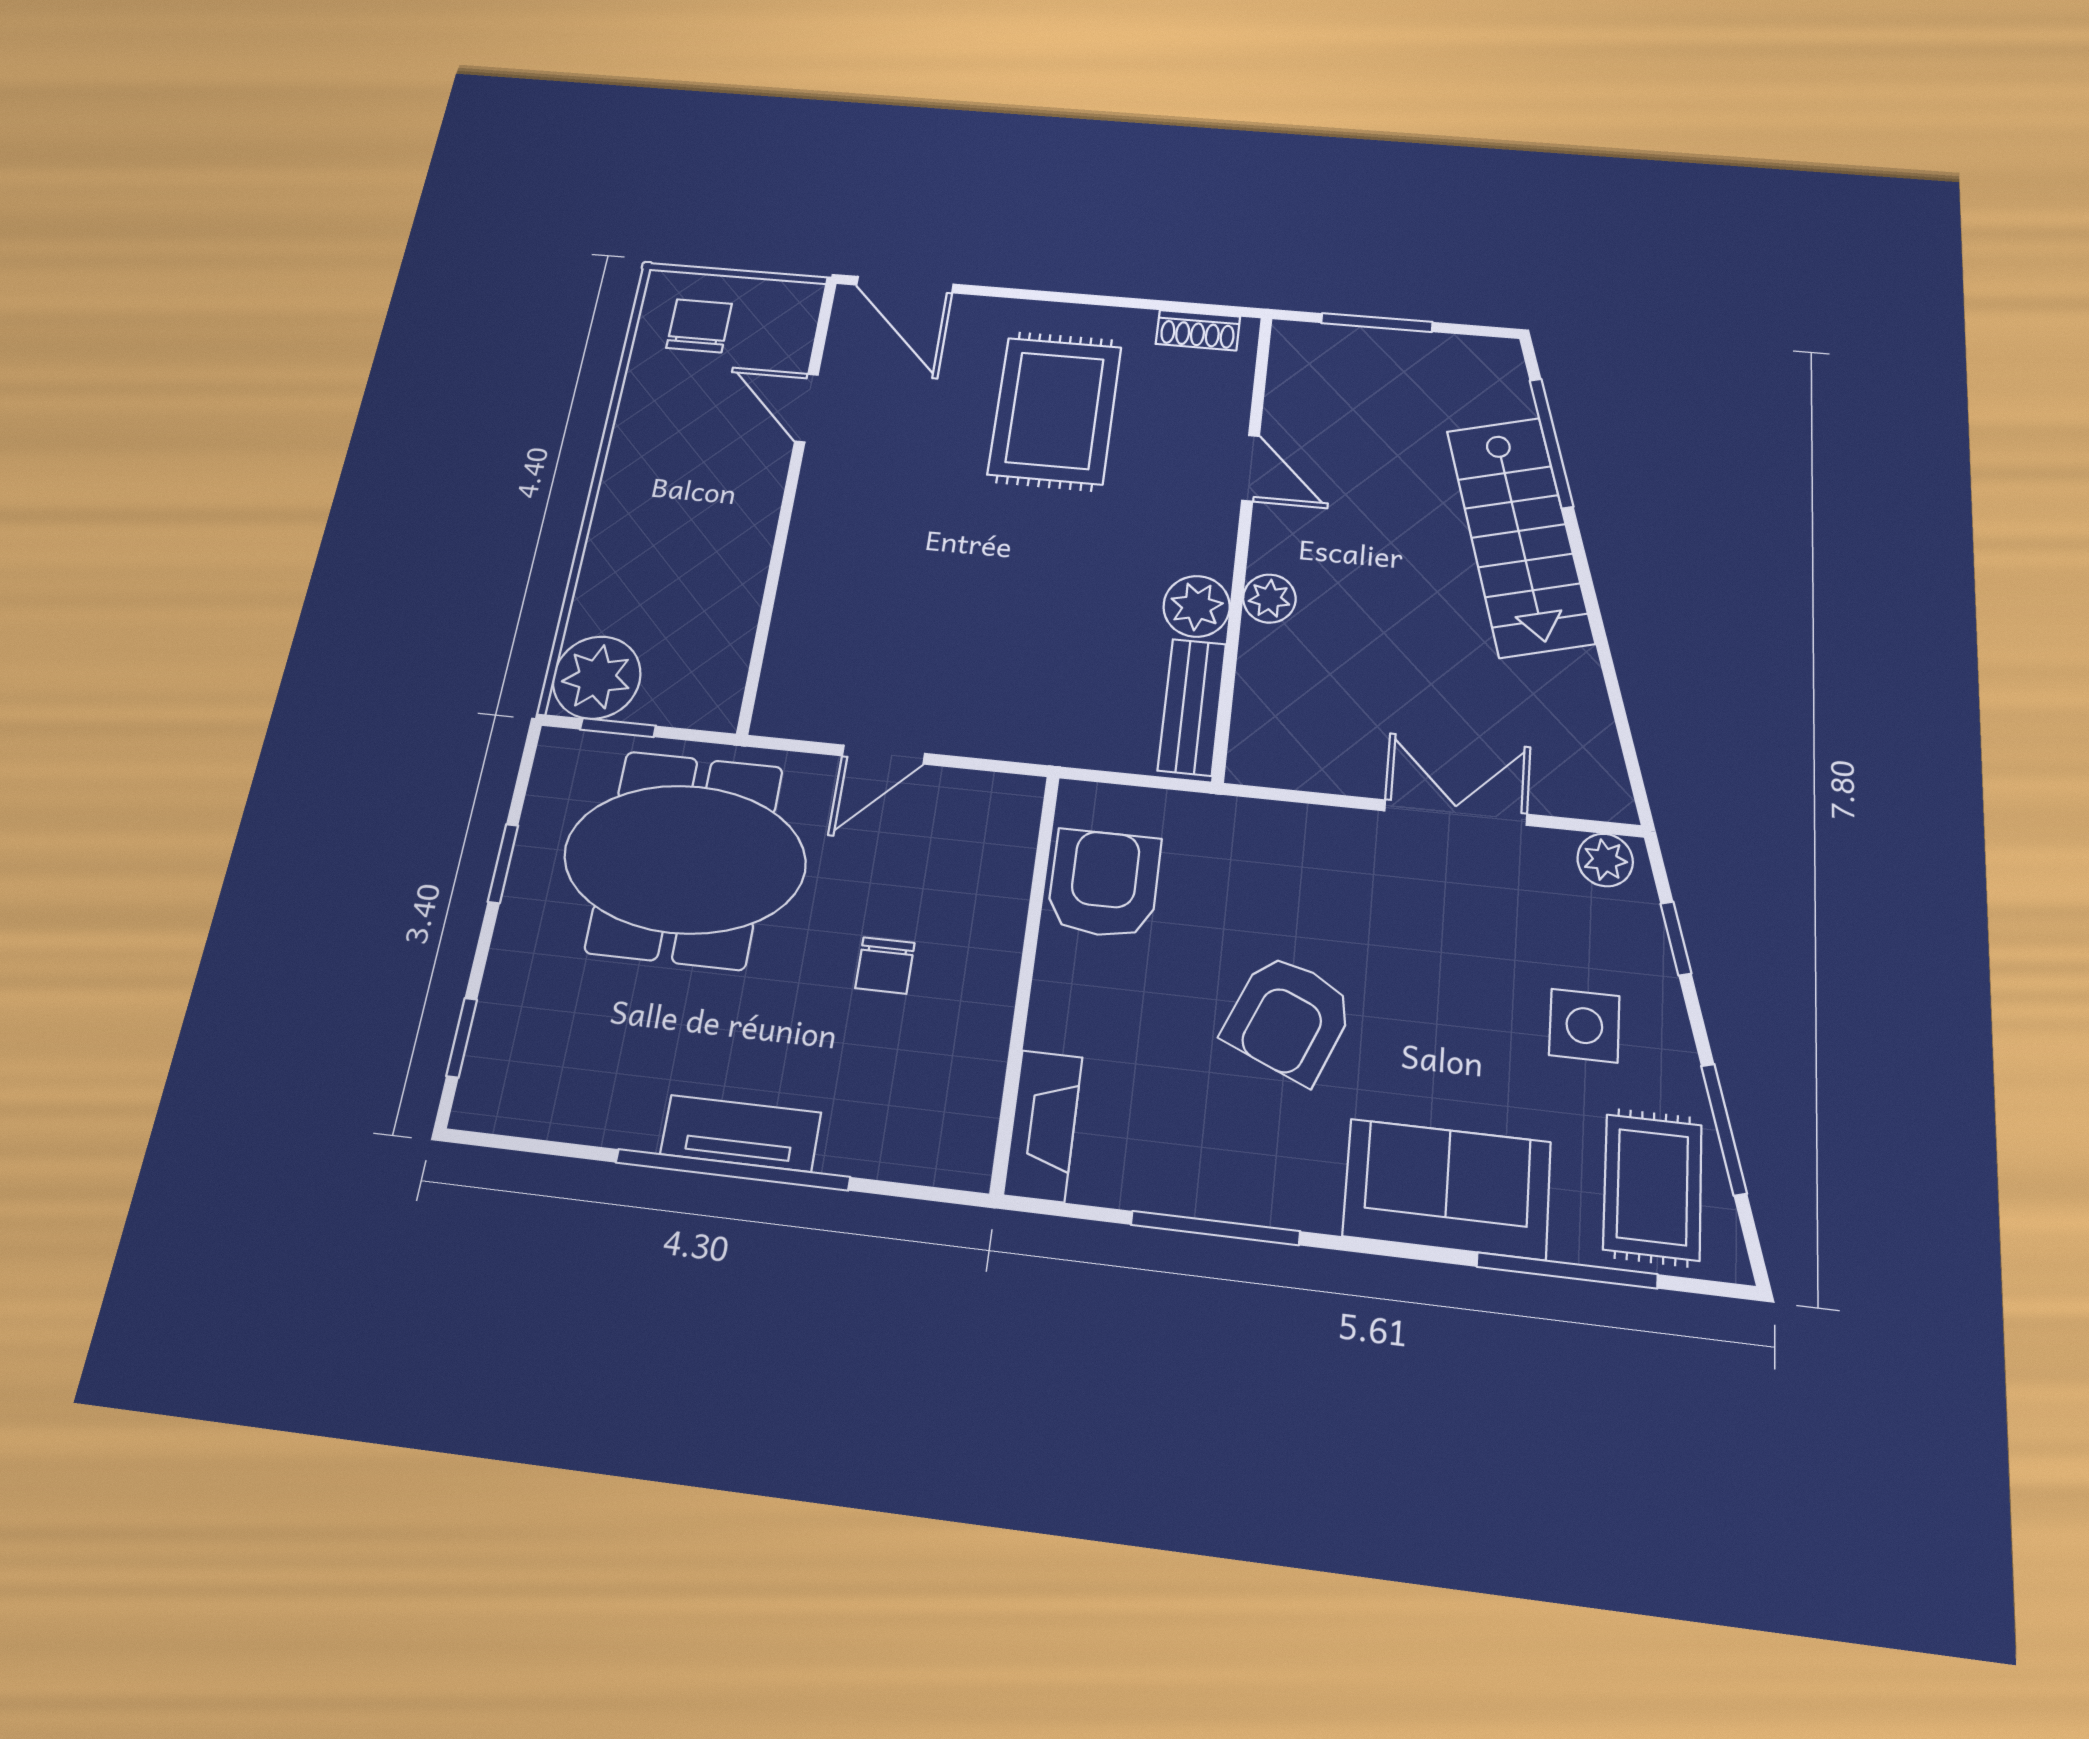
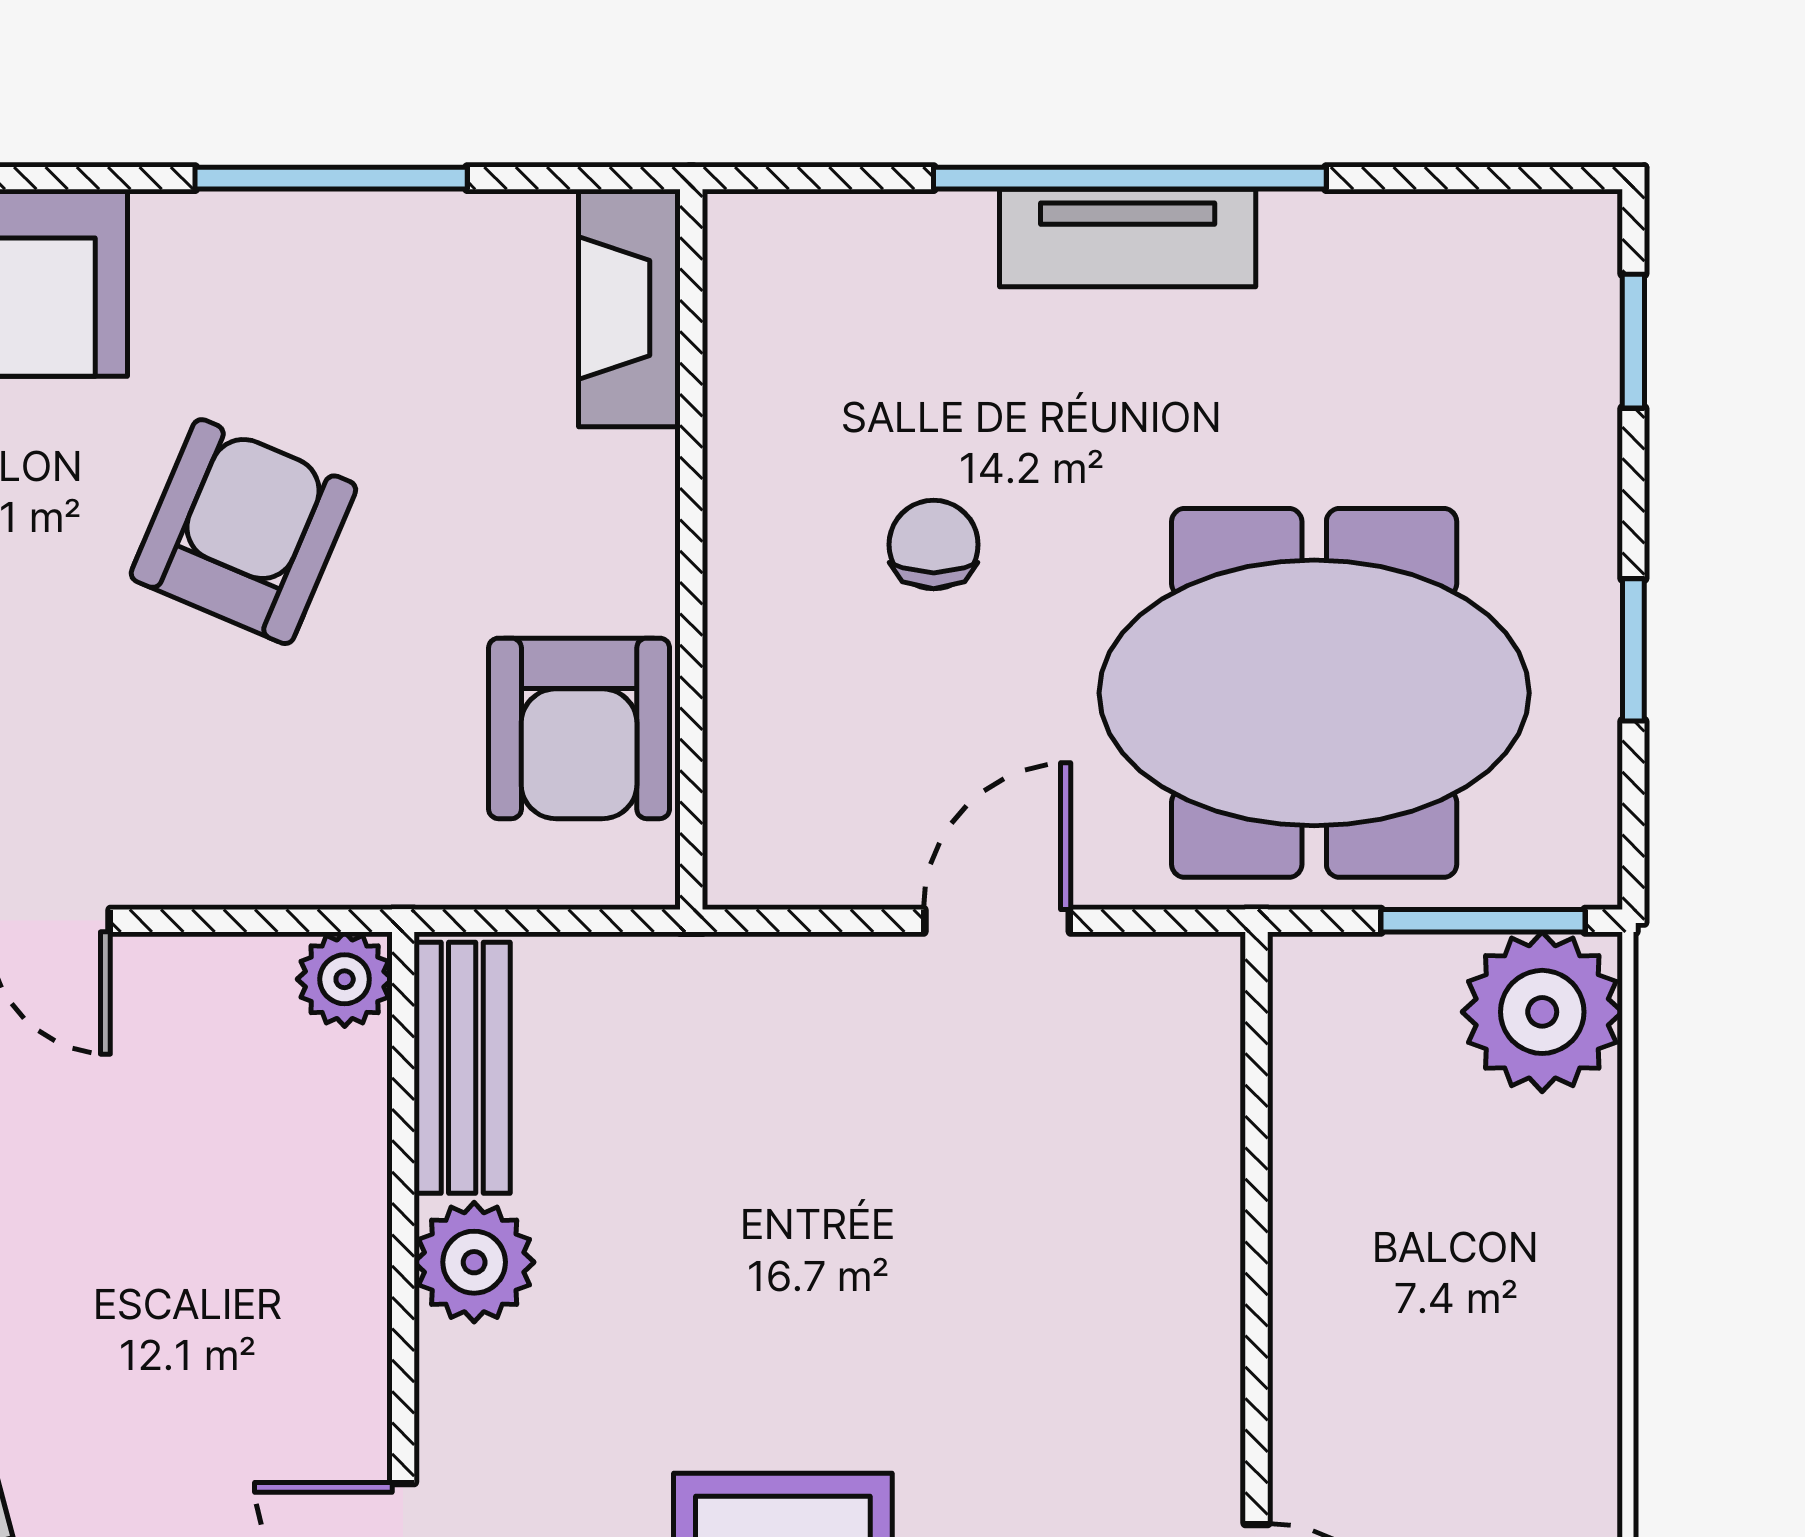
plant: (1269, 599) -> (345, 979), moved
window: (618, 728) -> (1483, 921), width x1.50

